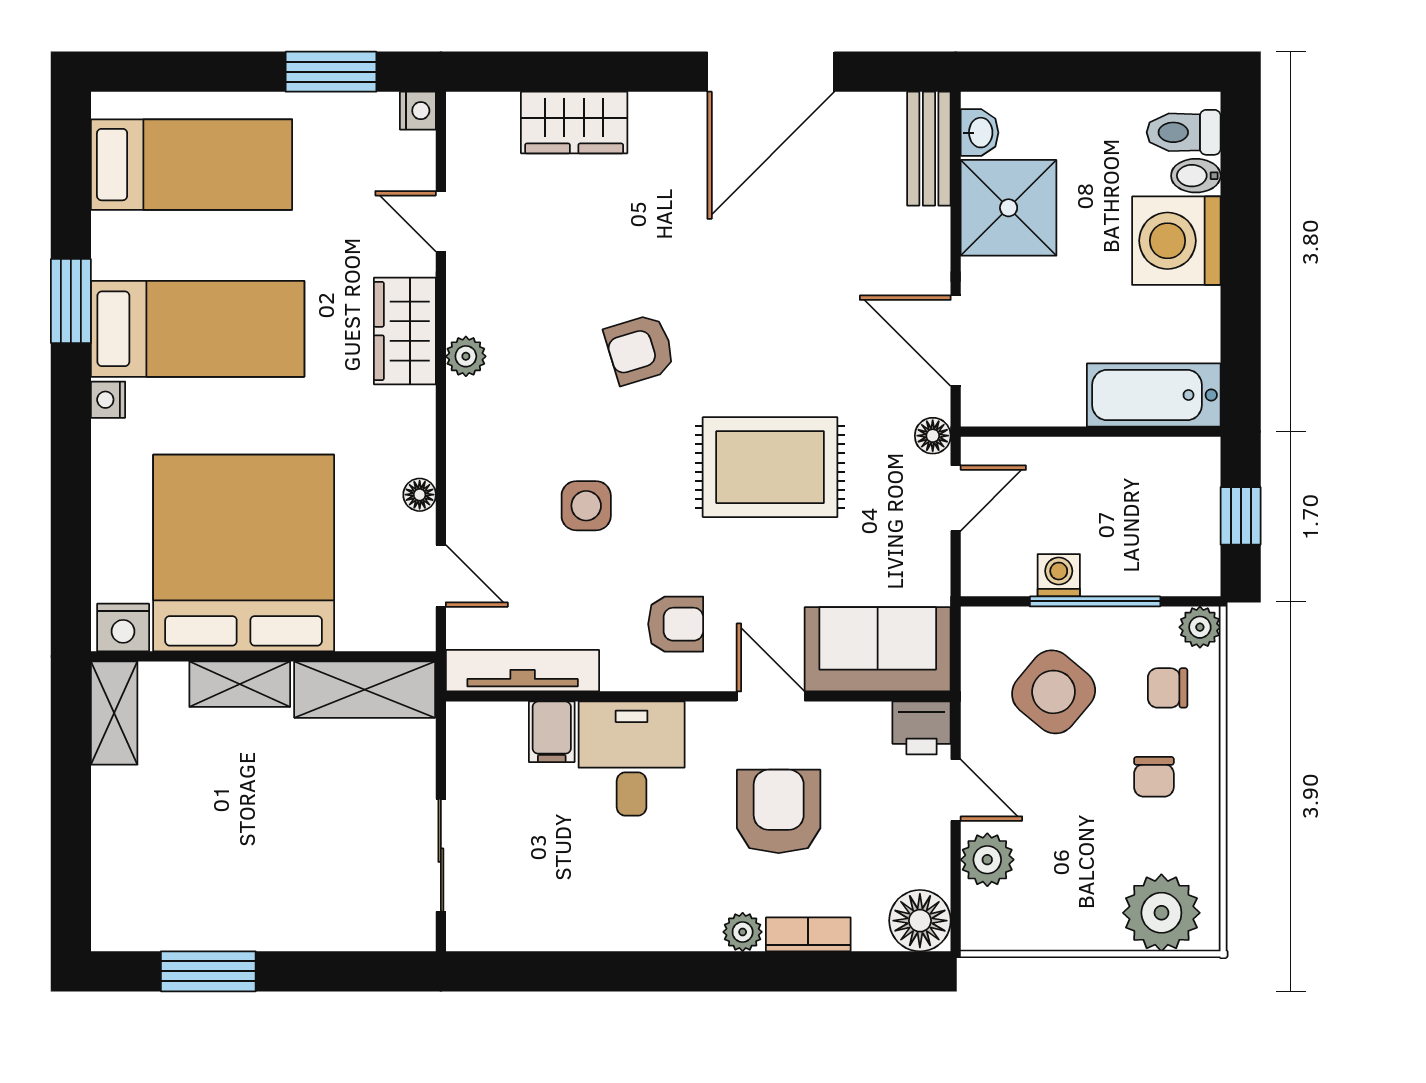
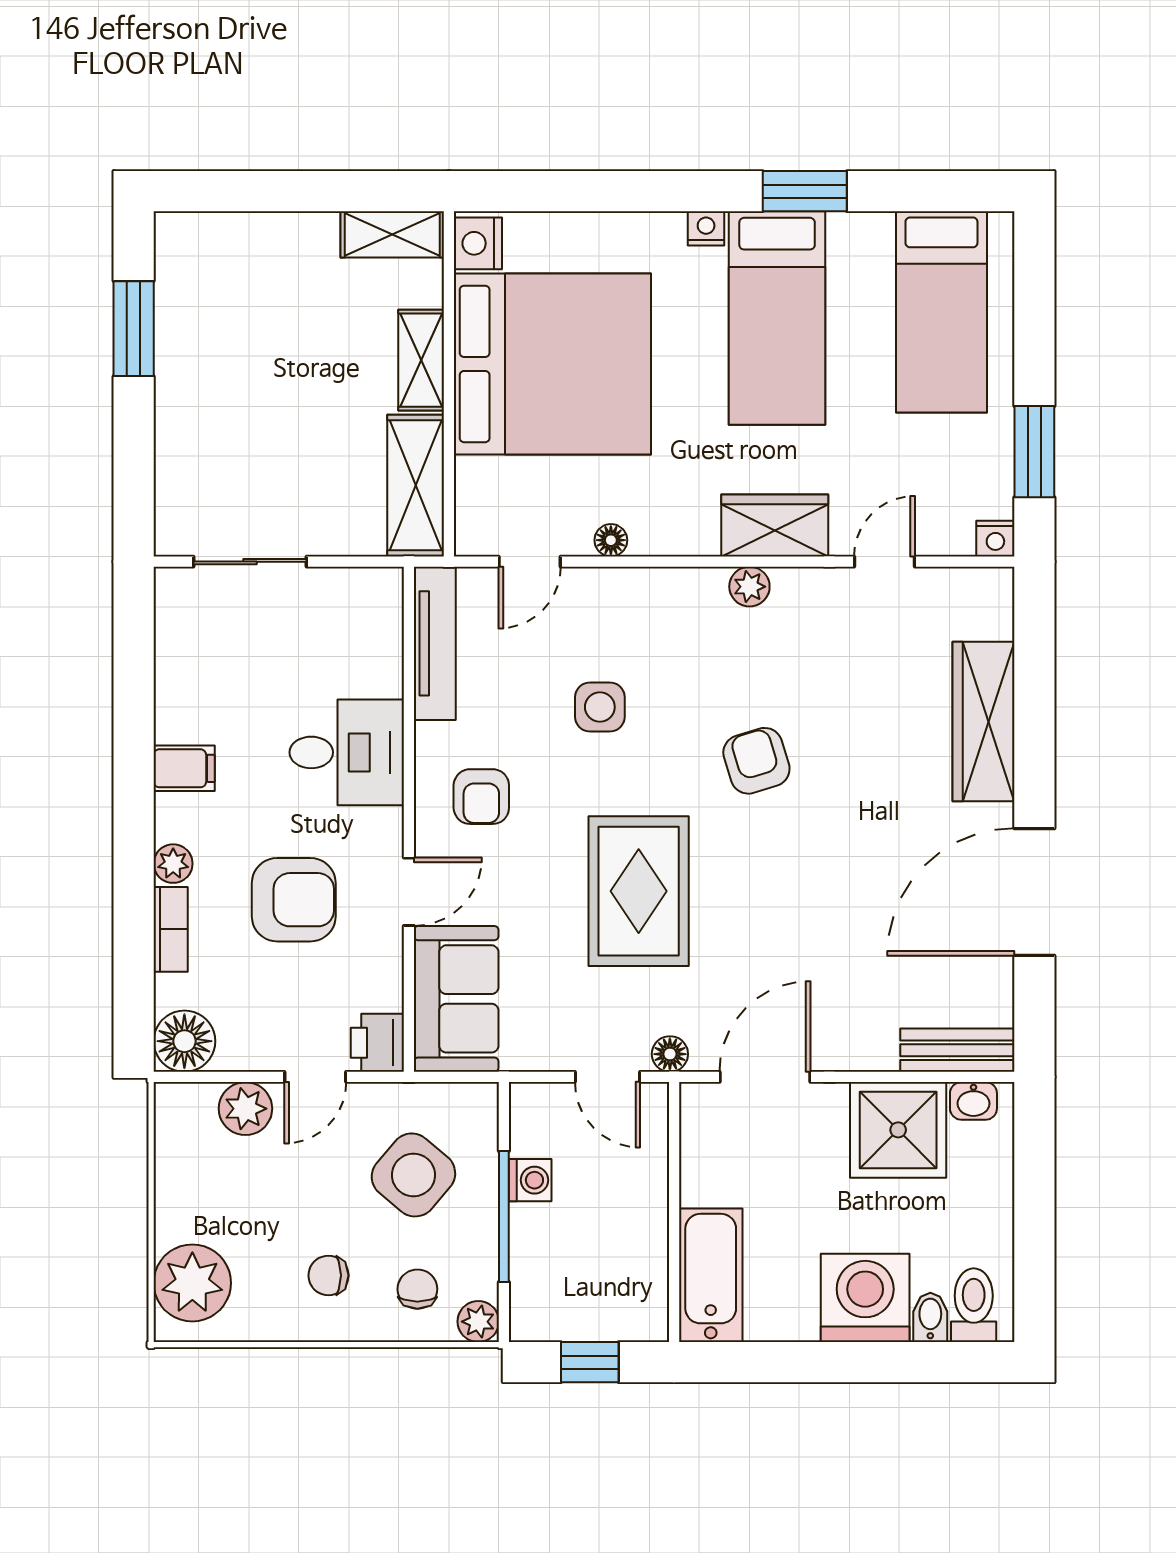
door: (771, 72) -> (1034, 892), hinge flipped
wardrobe: (574, 123) -> (984, 722), width x1.50
filing cabinet: (552, 732) -> (184, 768), moved, turned 180

